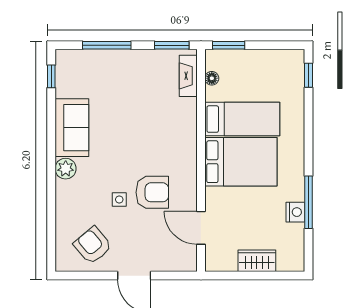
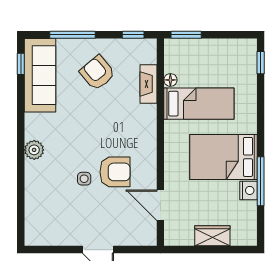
window: (172, 45) -> (133, 35), width x0.67
fireplace: (188, 76) -> (149, 84), moved
floor lamp: (212, 78) -> (170, 80), moved
sofa: (72, 128) -> (40, 75), moved, width x1.36
bed: (241, 162) -> (223, 157), moved, turned 180
armchair: (93, 245) -> (97, 73), moved

